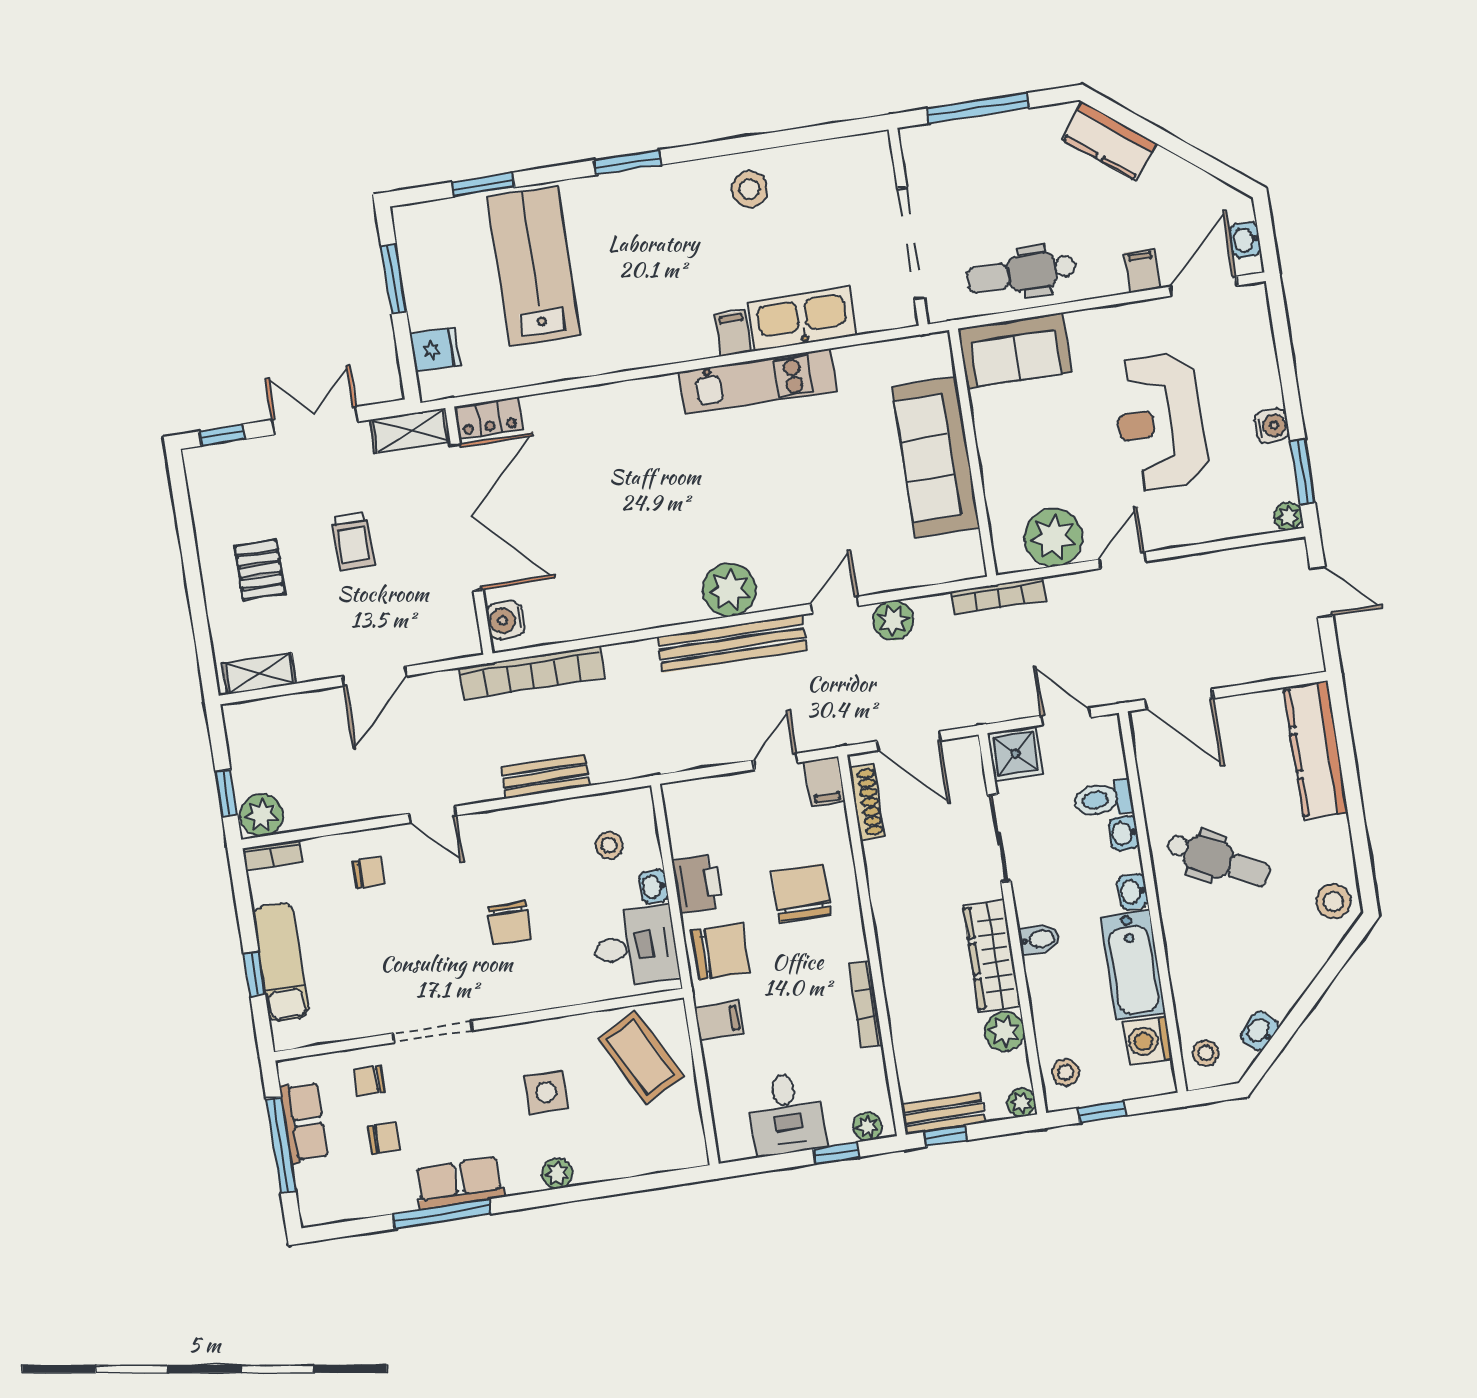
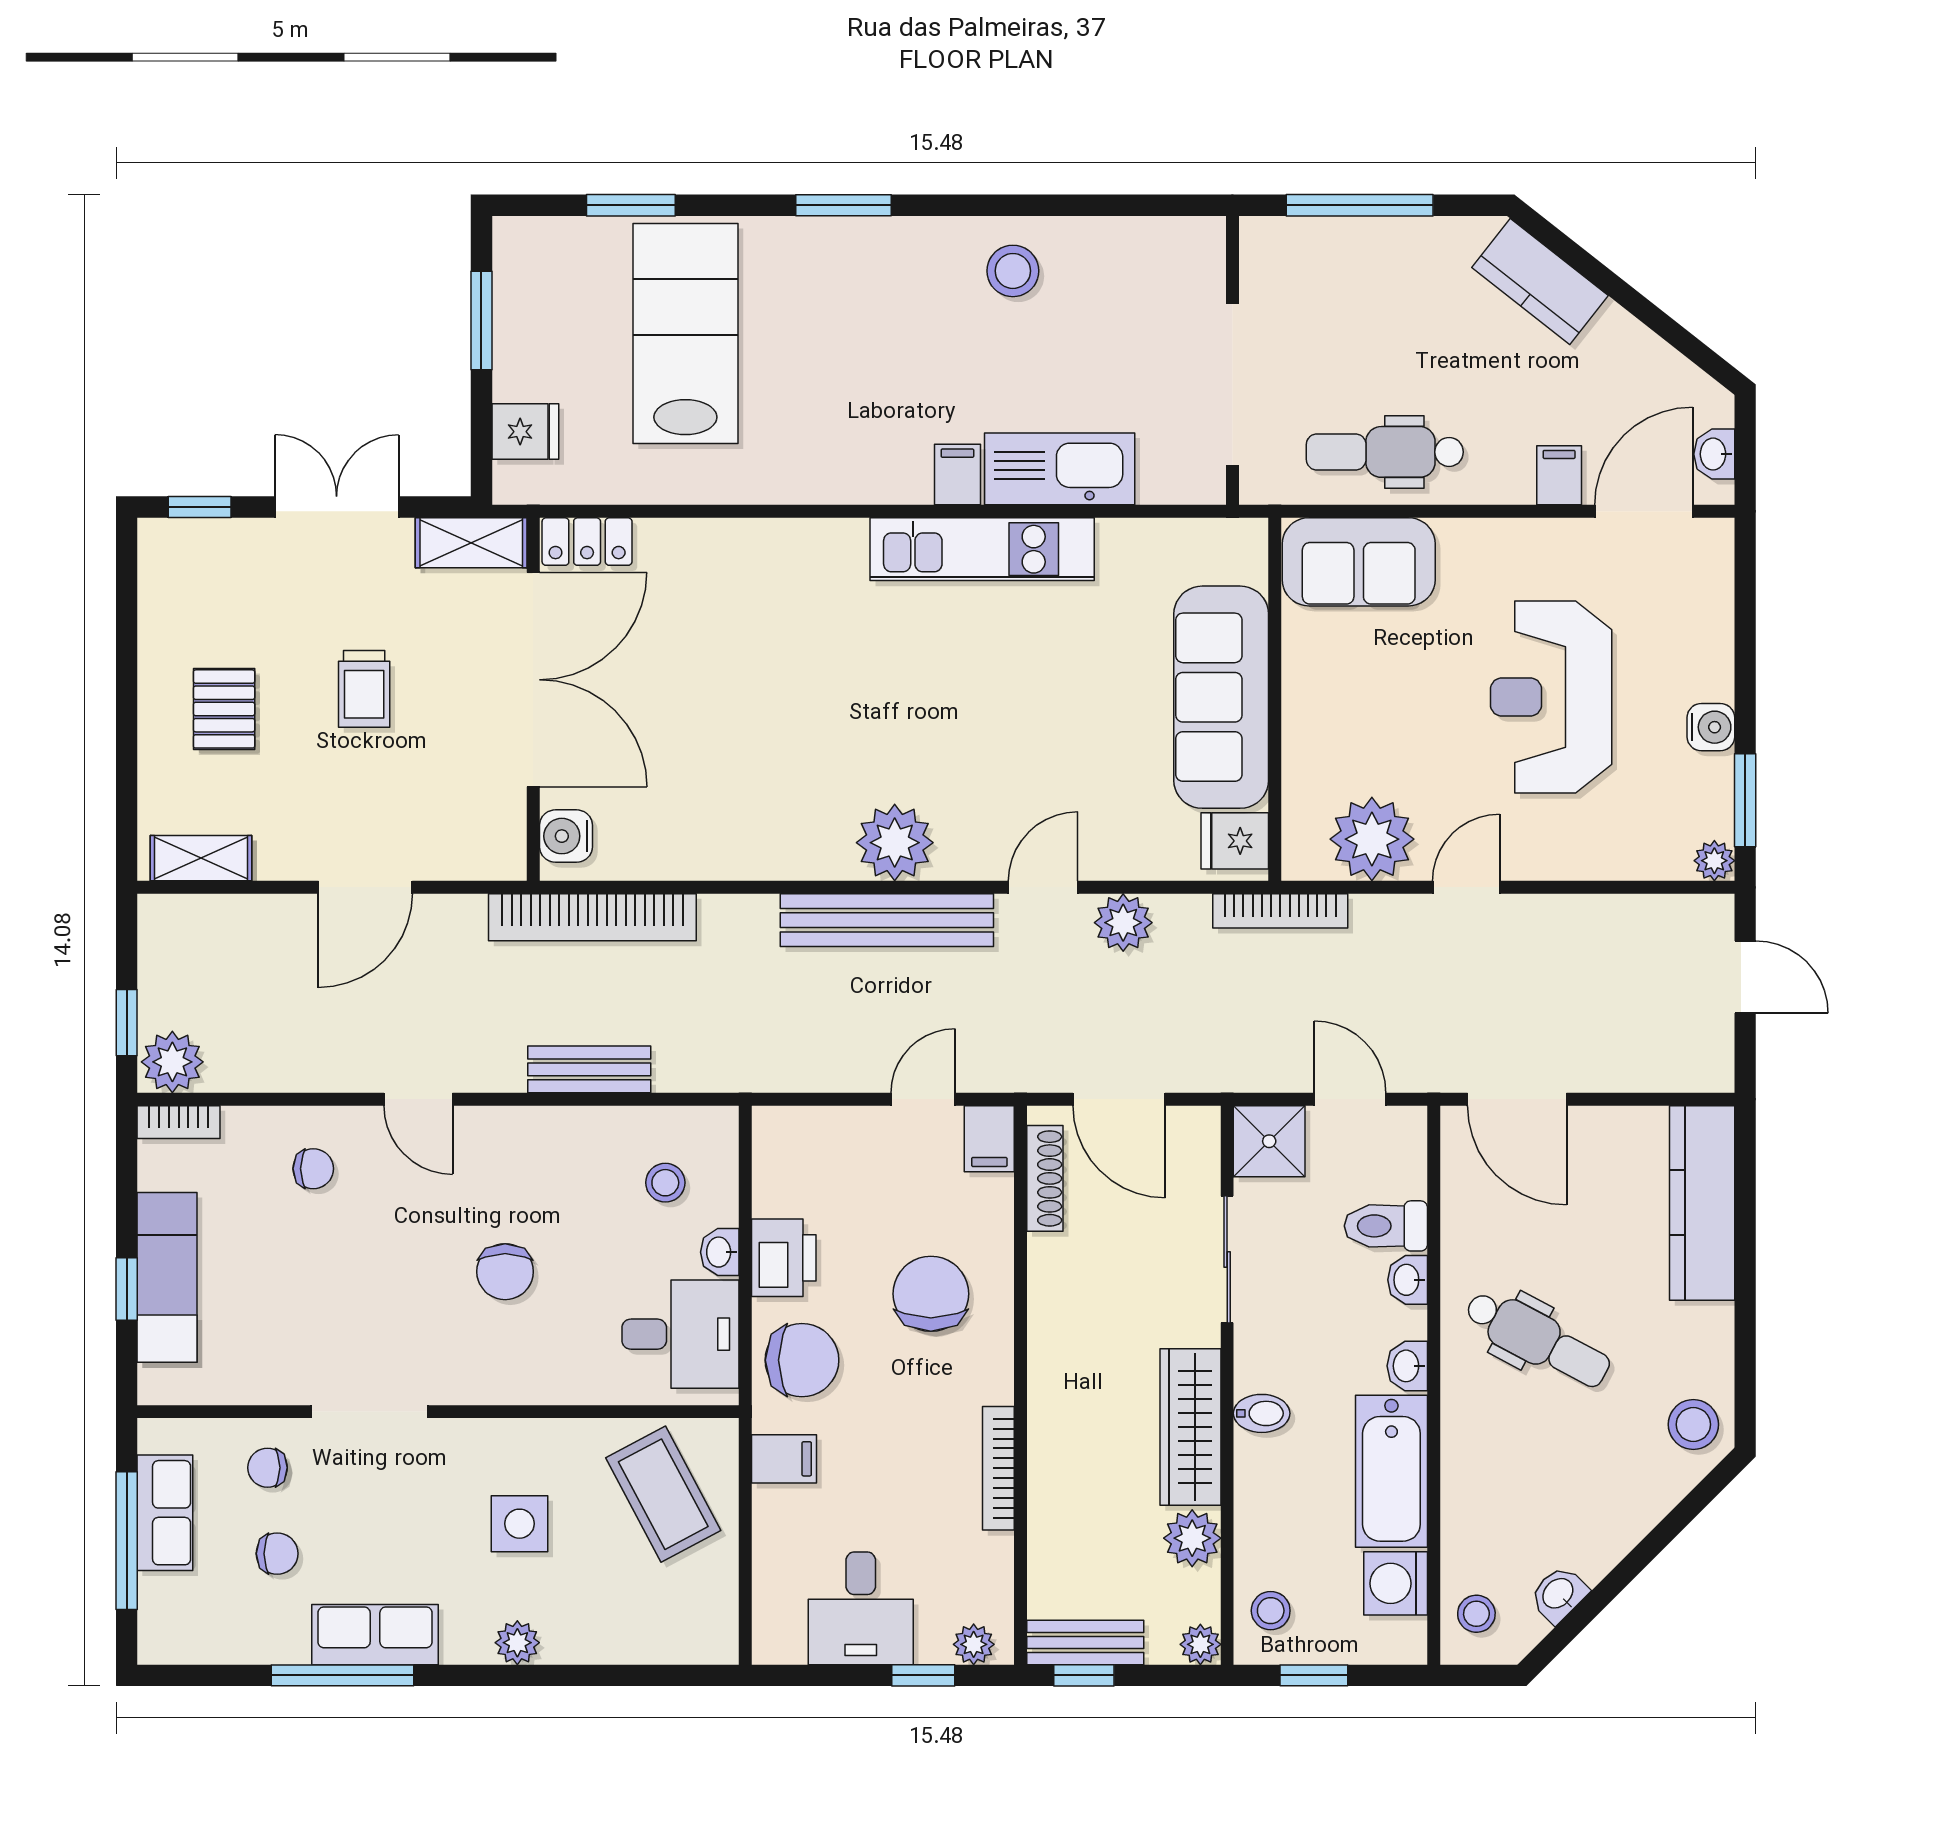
fridge: (960, 553) -> (1235, 841), added

